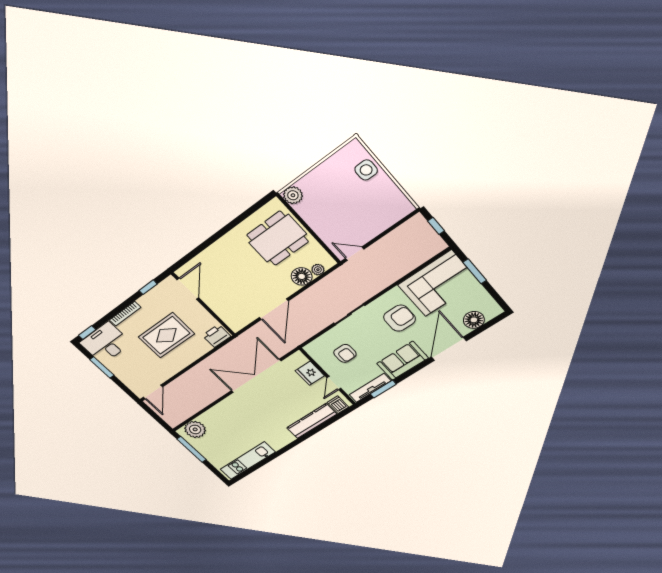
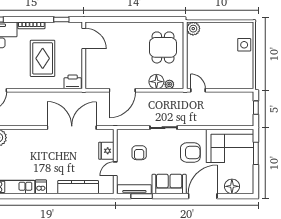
dining table: (278, 238) -> (163, 47), width x0.73
door: (188, 289) -> (84, 38), hinge flipped
rug: (166, 335) -> (43, 58), turned 90
dishwasher: (338, 405) -> (41, 187), moved

